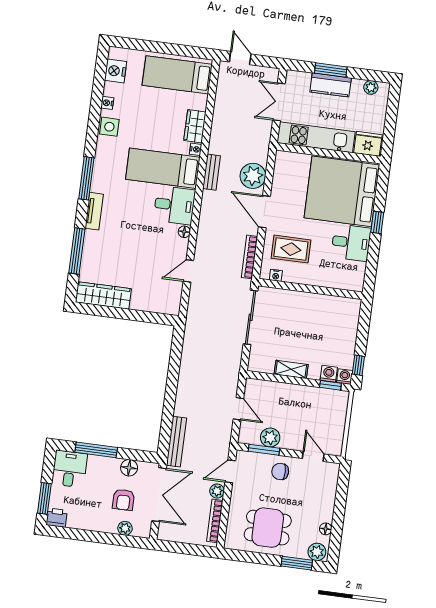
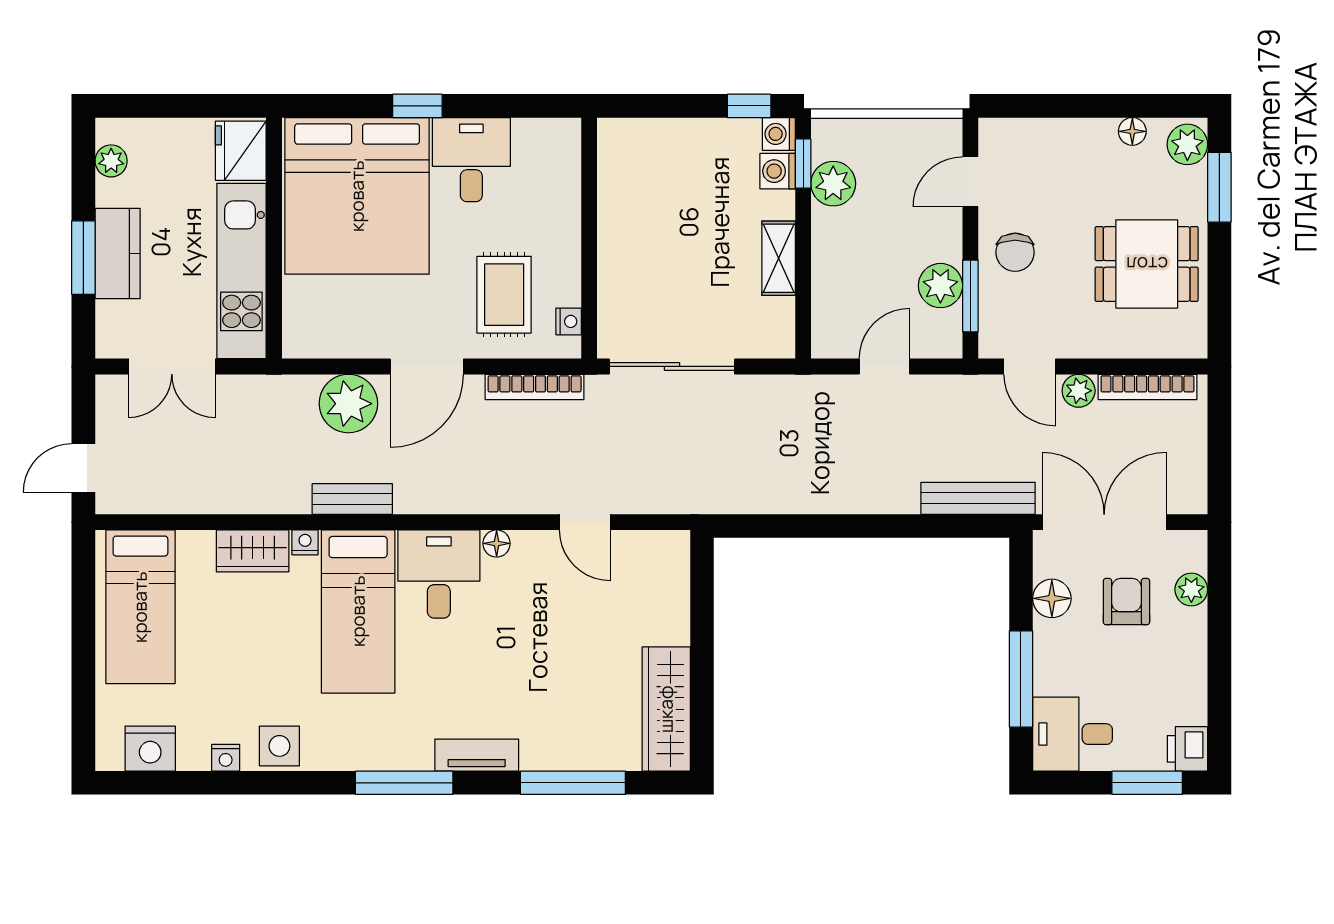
plant: (320, 397) -> (833, 184), added
armchair: (124, 500) -> (1126, 602), turned -90
dining table: (268, 528) -> (1147, 264), turned 90

